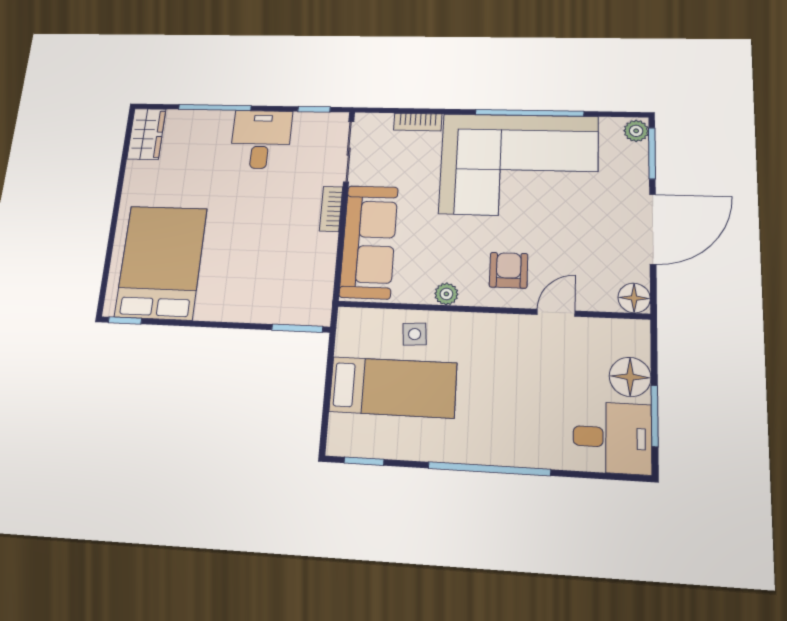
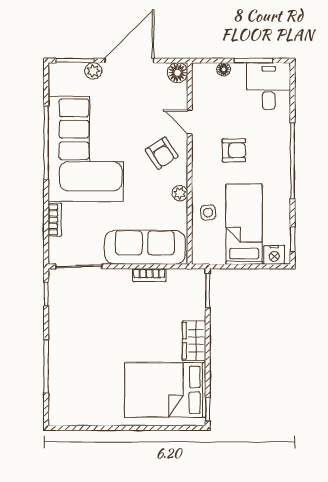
plant: (636, 131) -> (93, 71), moved
wardrobe: (146, 134) -> (194, 341), moved, turned -90
desk: (261, 139) -> (71, 330), removed
bookcase: (331, 209) -> (149, 275), moved
door: (653, 229) -> (129, 61), hinge flipped
armchair: (509, 270) -> (162, 153), turned -123
floor lamp: (630, 377) -> (224, 69), width x0.53, depth x0.53
armchair: (509, 378) -> (234, 150), added
nightstand: (342, 431) -> (274, 255), added

